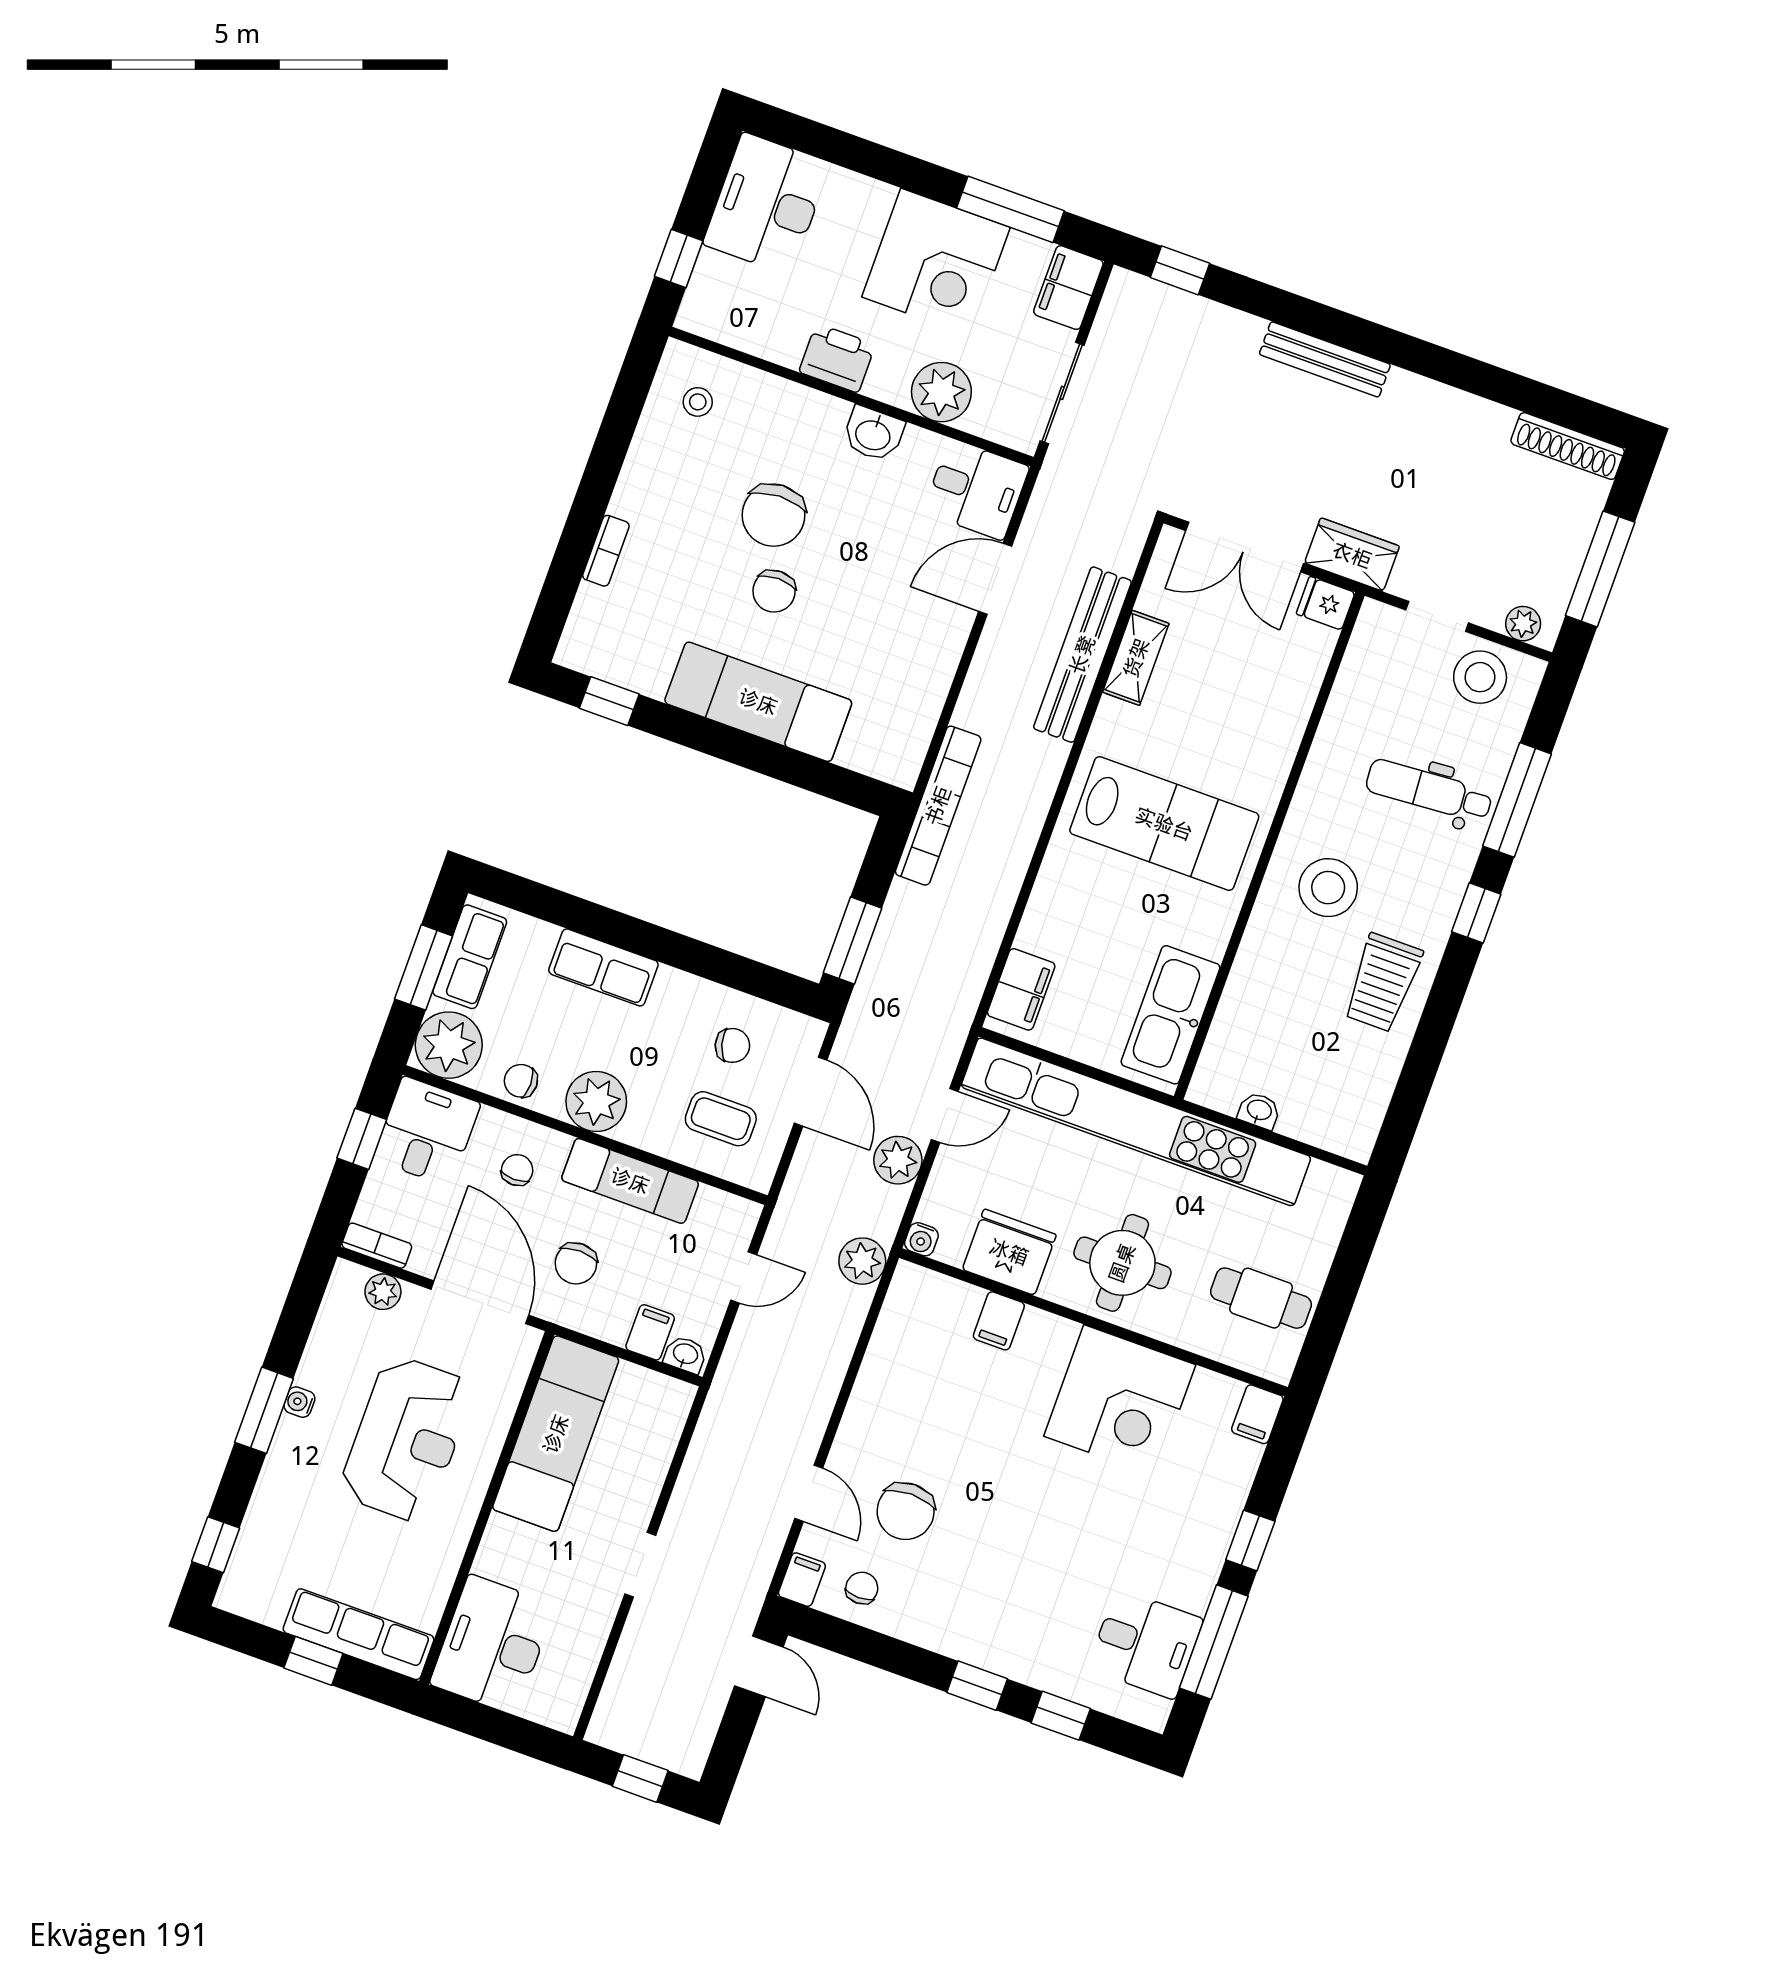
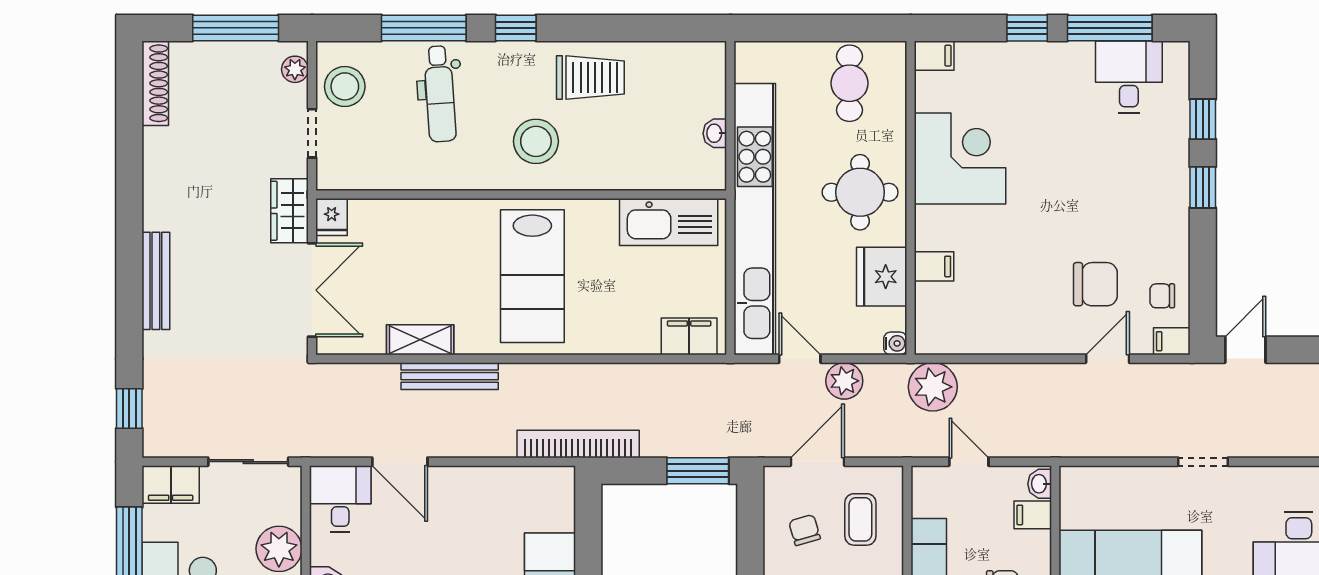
bench: (1082, 655) -> (450, 376), width x0.73, depth x0.82
lab bench: (1164, 824) -> (532, 276), turned 180
plant: (862, 1261) -> (933, 387), width x1.36, depth x1.36

